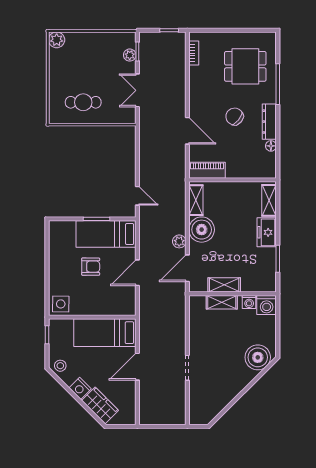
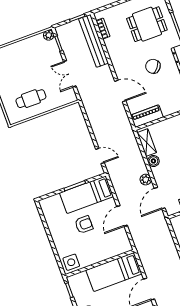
plant: (130, 55) -> (49, 35), moved
bench: (178, 63) -> (94, 41), added
boiler: (202, 230) -> (153, 161), width x0.54, depth x0.54

